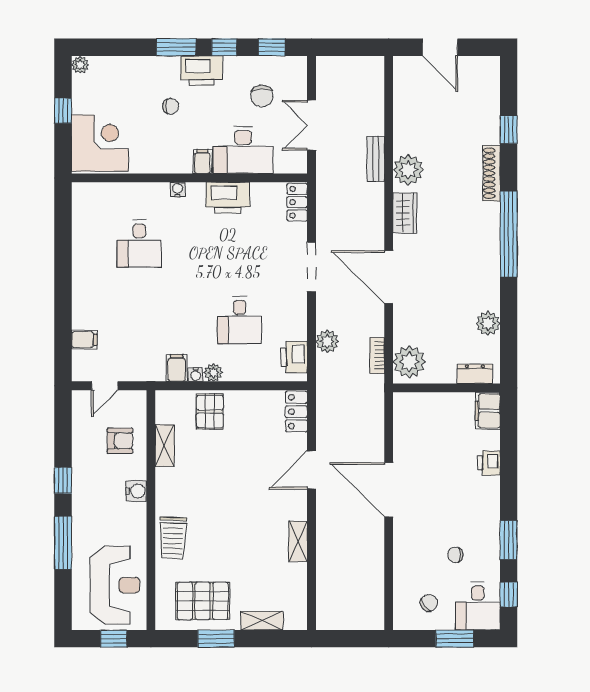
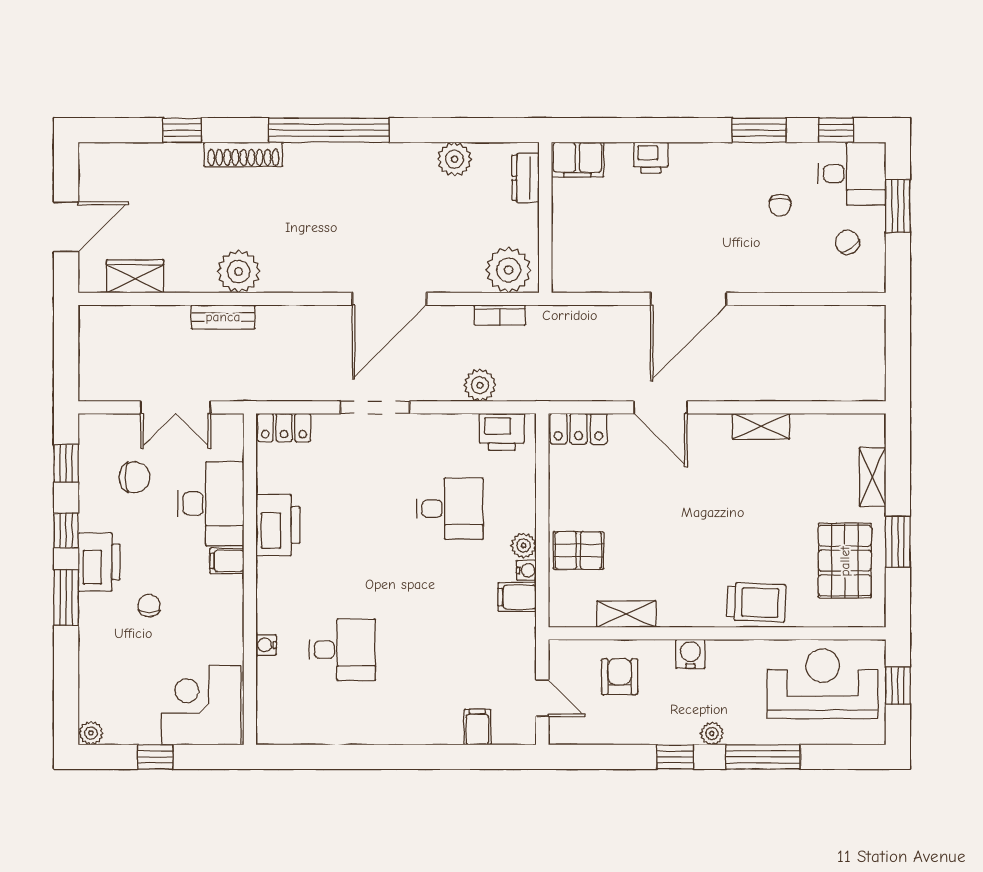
water cooler: (178, 189) -> (266, 645), moved
wardrobe: (405, 213) -> (135, 276), moved
plant: (80, 506) -> (712, 733), added

